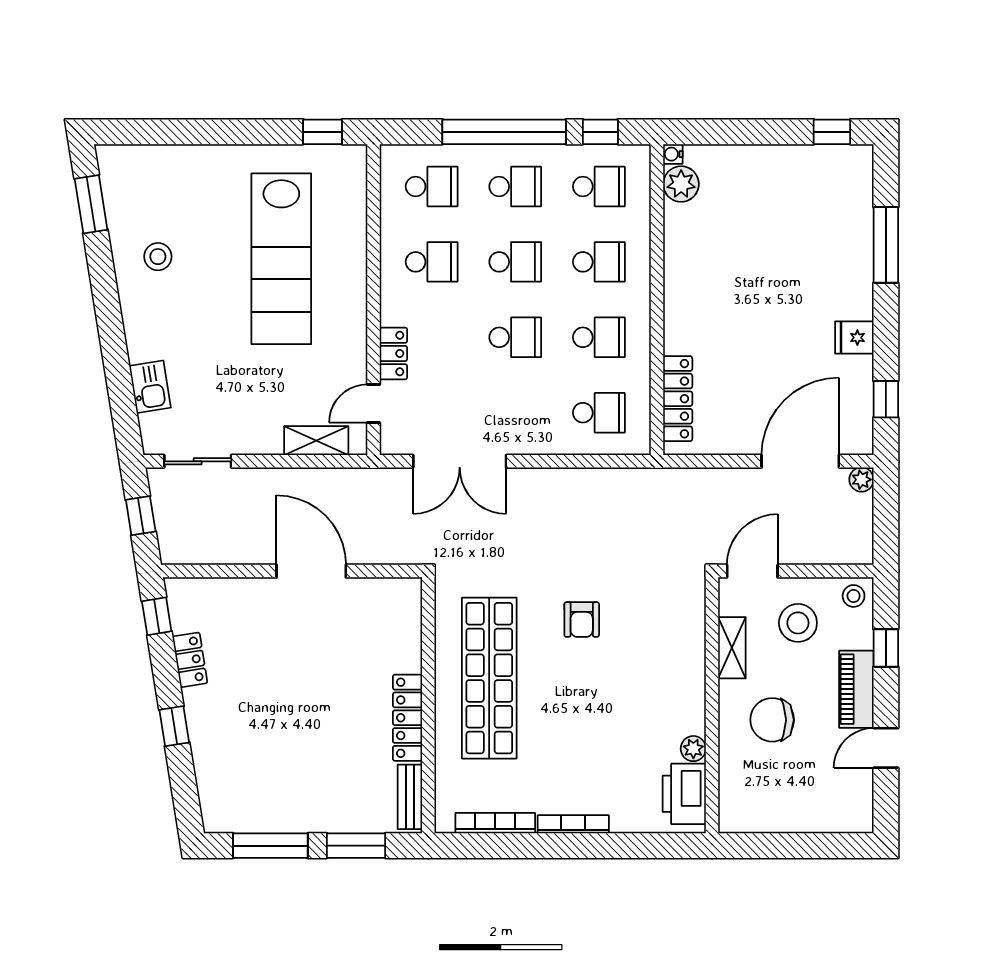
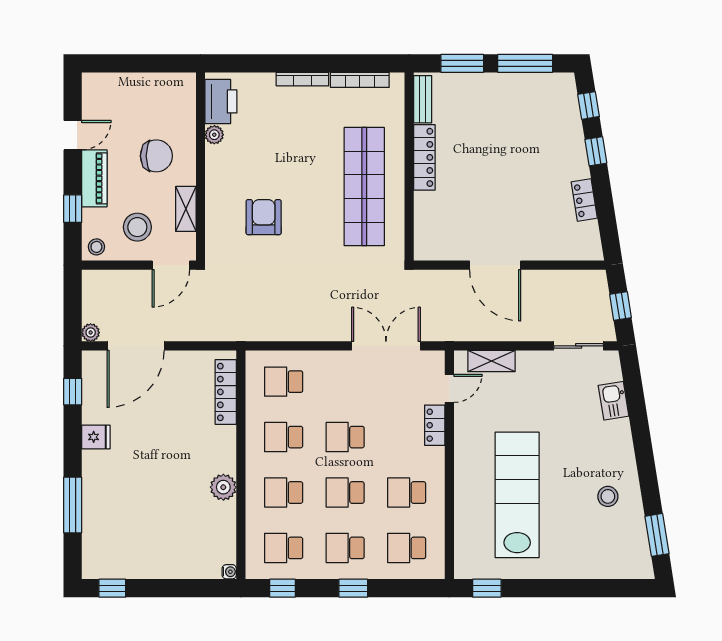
window: (504, 132) -> (353, 588), width x0.32
plant: (681, 184) -> (223, 487), moved
window: (157, 616) -> (589, 105), moved
armchair: (582, 620) -> (264, 217), moved, width x1.38, depth x1.38

